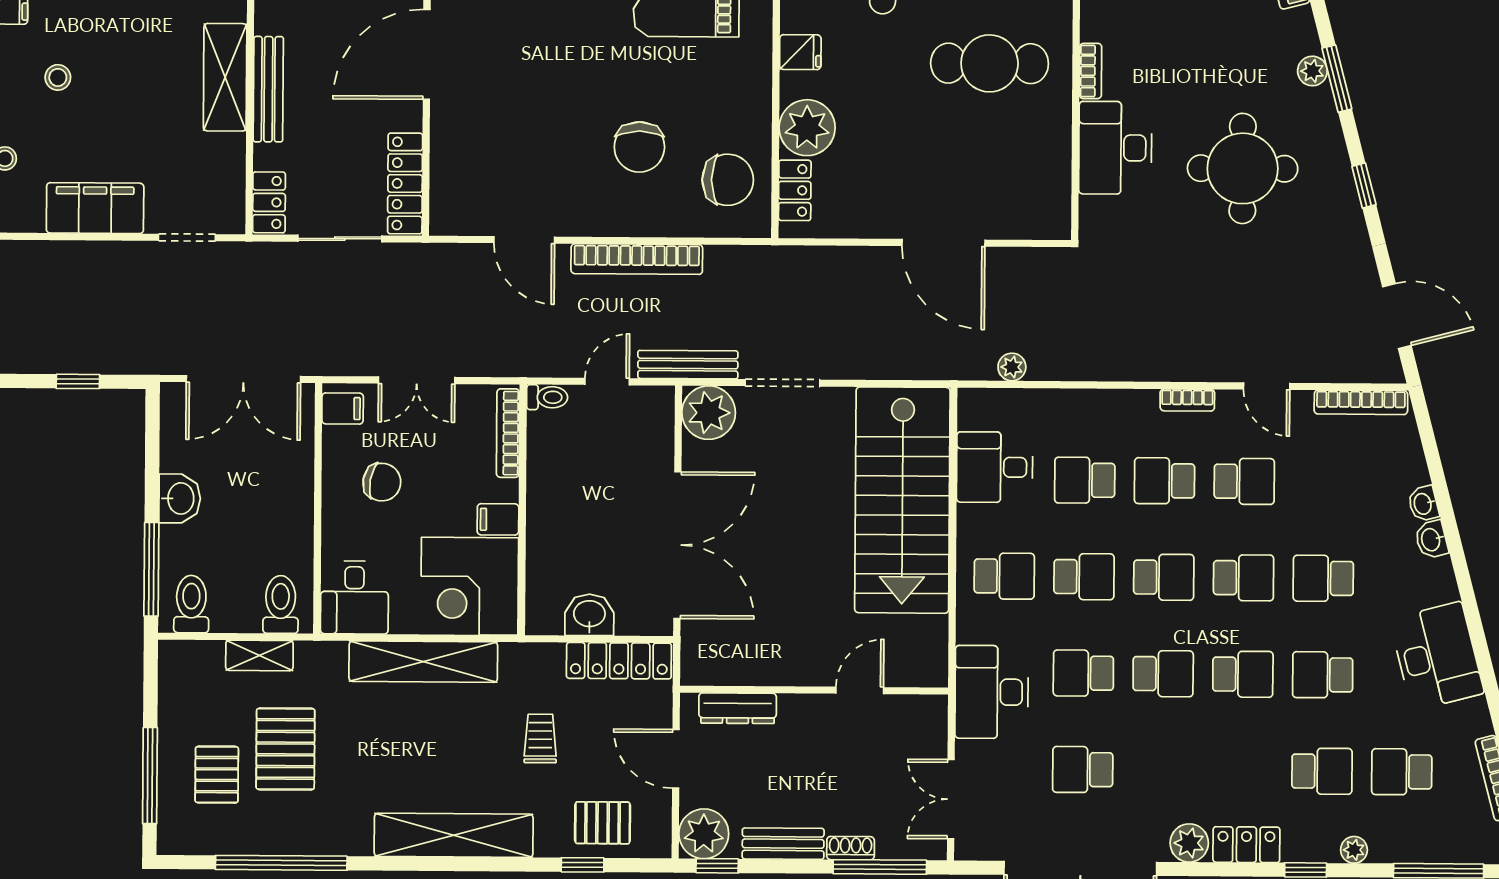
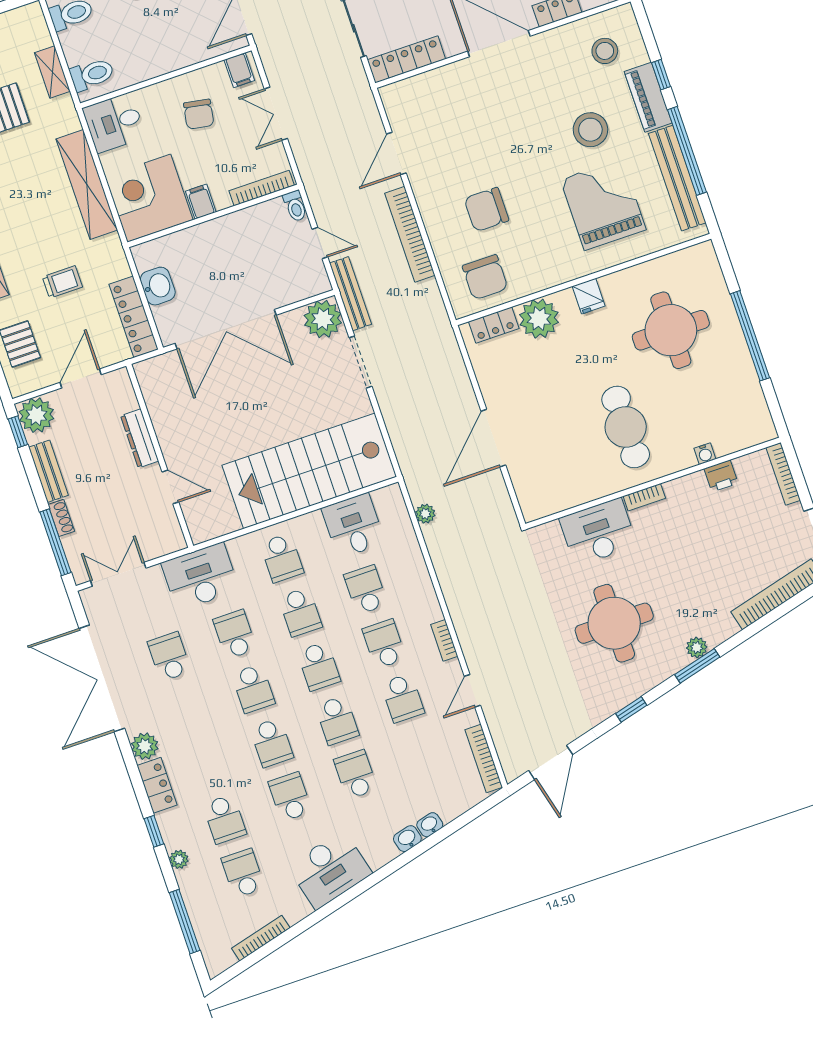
dresser: (738, 708) -> (140, 438), moved

